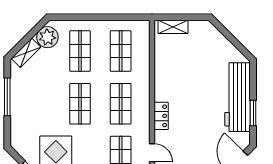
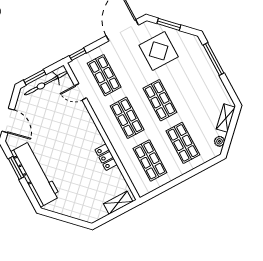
plant: (47, 37) -> (219, 141), width x0.53, depth x0.53
window: (7, 97) -> (214, 59), moved
locker: (161, 116) -> (106, 157), moved

